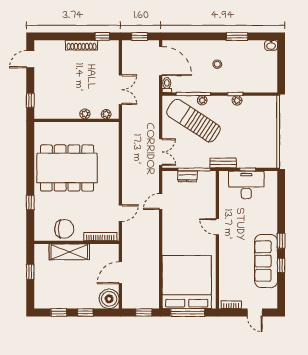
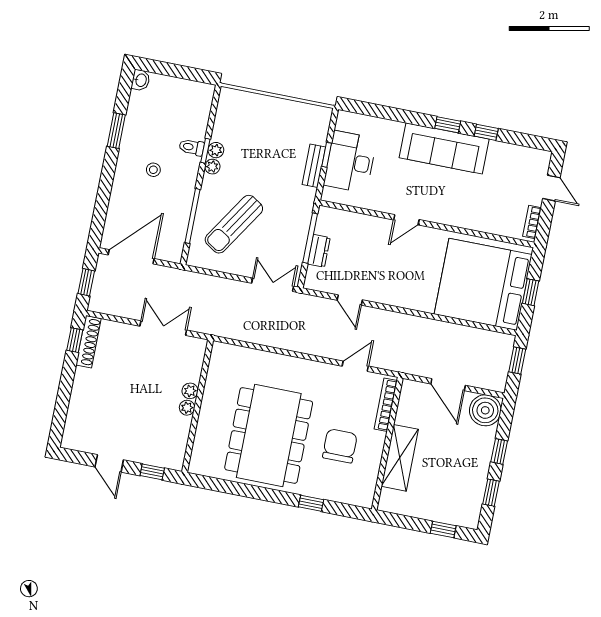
shoe rack: (82, 45) -> (89, 342), moved
door: (30, 59) -> (109, 463), moved
toilet: (167, 85) -> (192, 147), moved
plant: (202, 100) -> (212, 167), moved
plant: (106, 114) -> (187, 408), moved
sun lounger: (193, 121) -> (234, 224), width x0.73, depth x0.75
bench: (223, 163) -> (314, 166), moved
door: (120, 213) -> (355, 366), hinge flipped
chair: (64, 229) -> (340, 446), moved
sofa: (266, 261) -> (444, 148), moved
window: (30, 272) -> (443, 530), moved
window: (188, 312) -> (531, 292), width x0.46
door: (255, 312) -> (551, 188), hinge flipped

